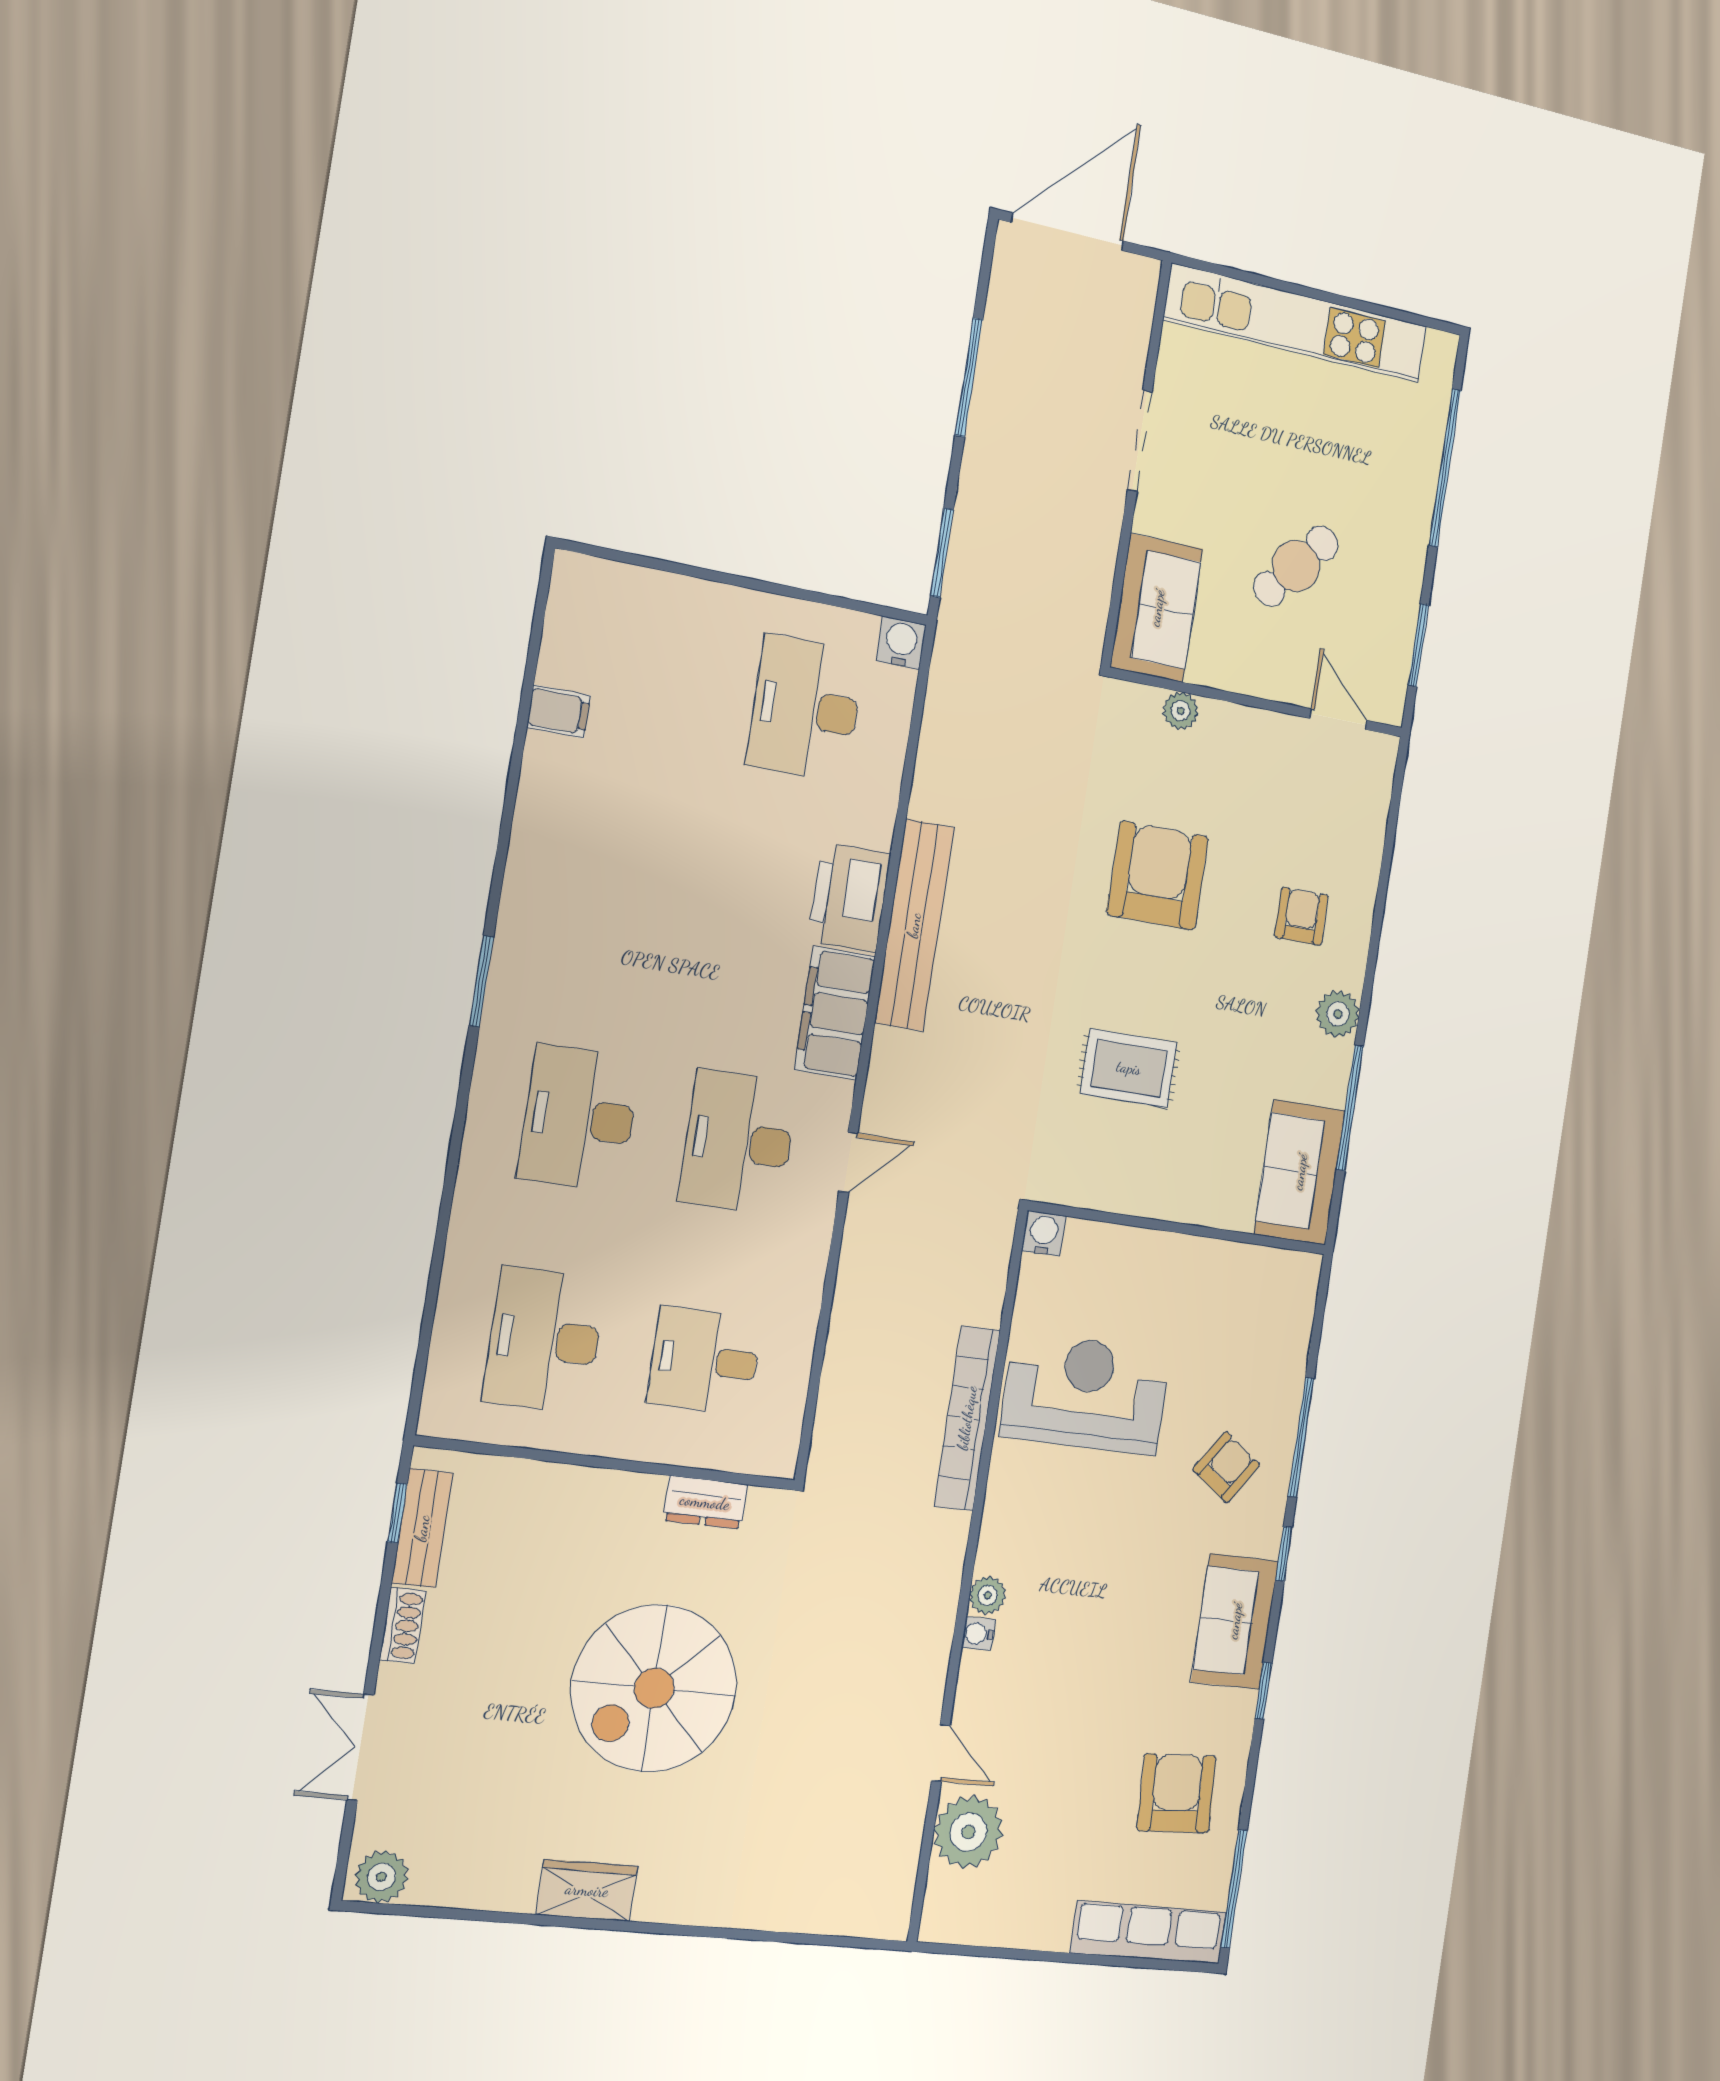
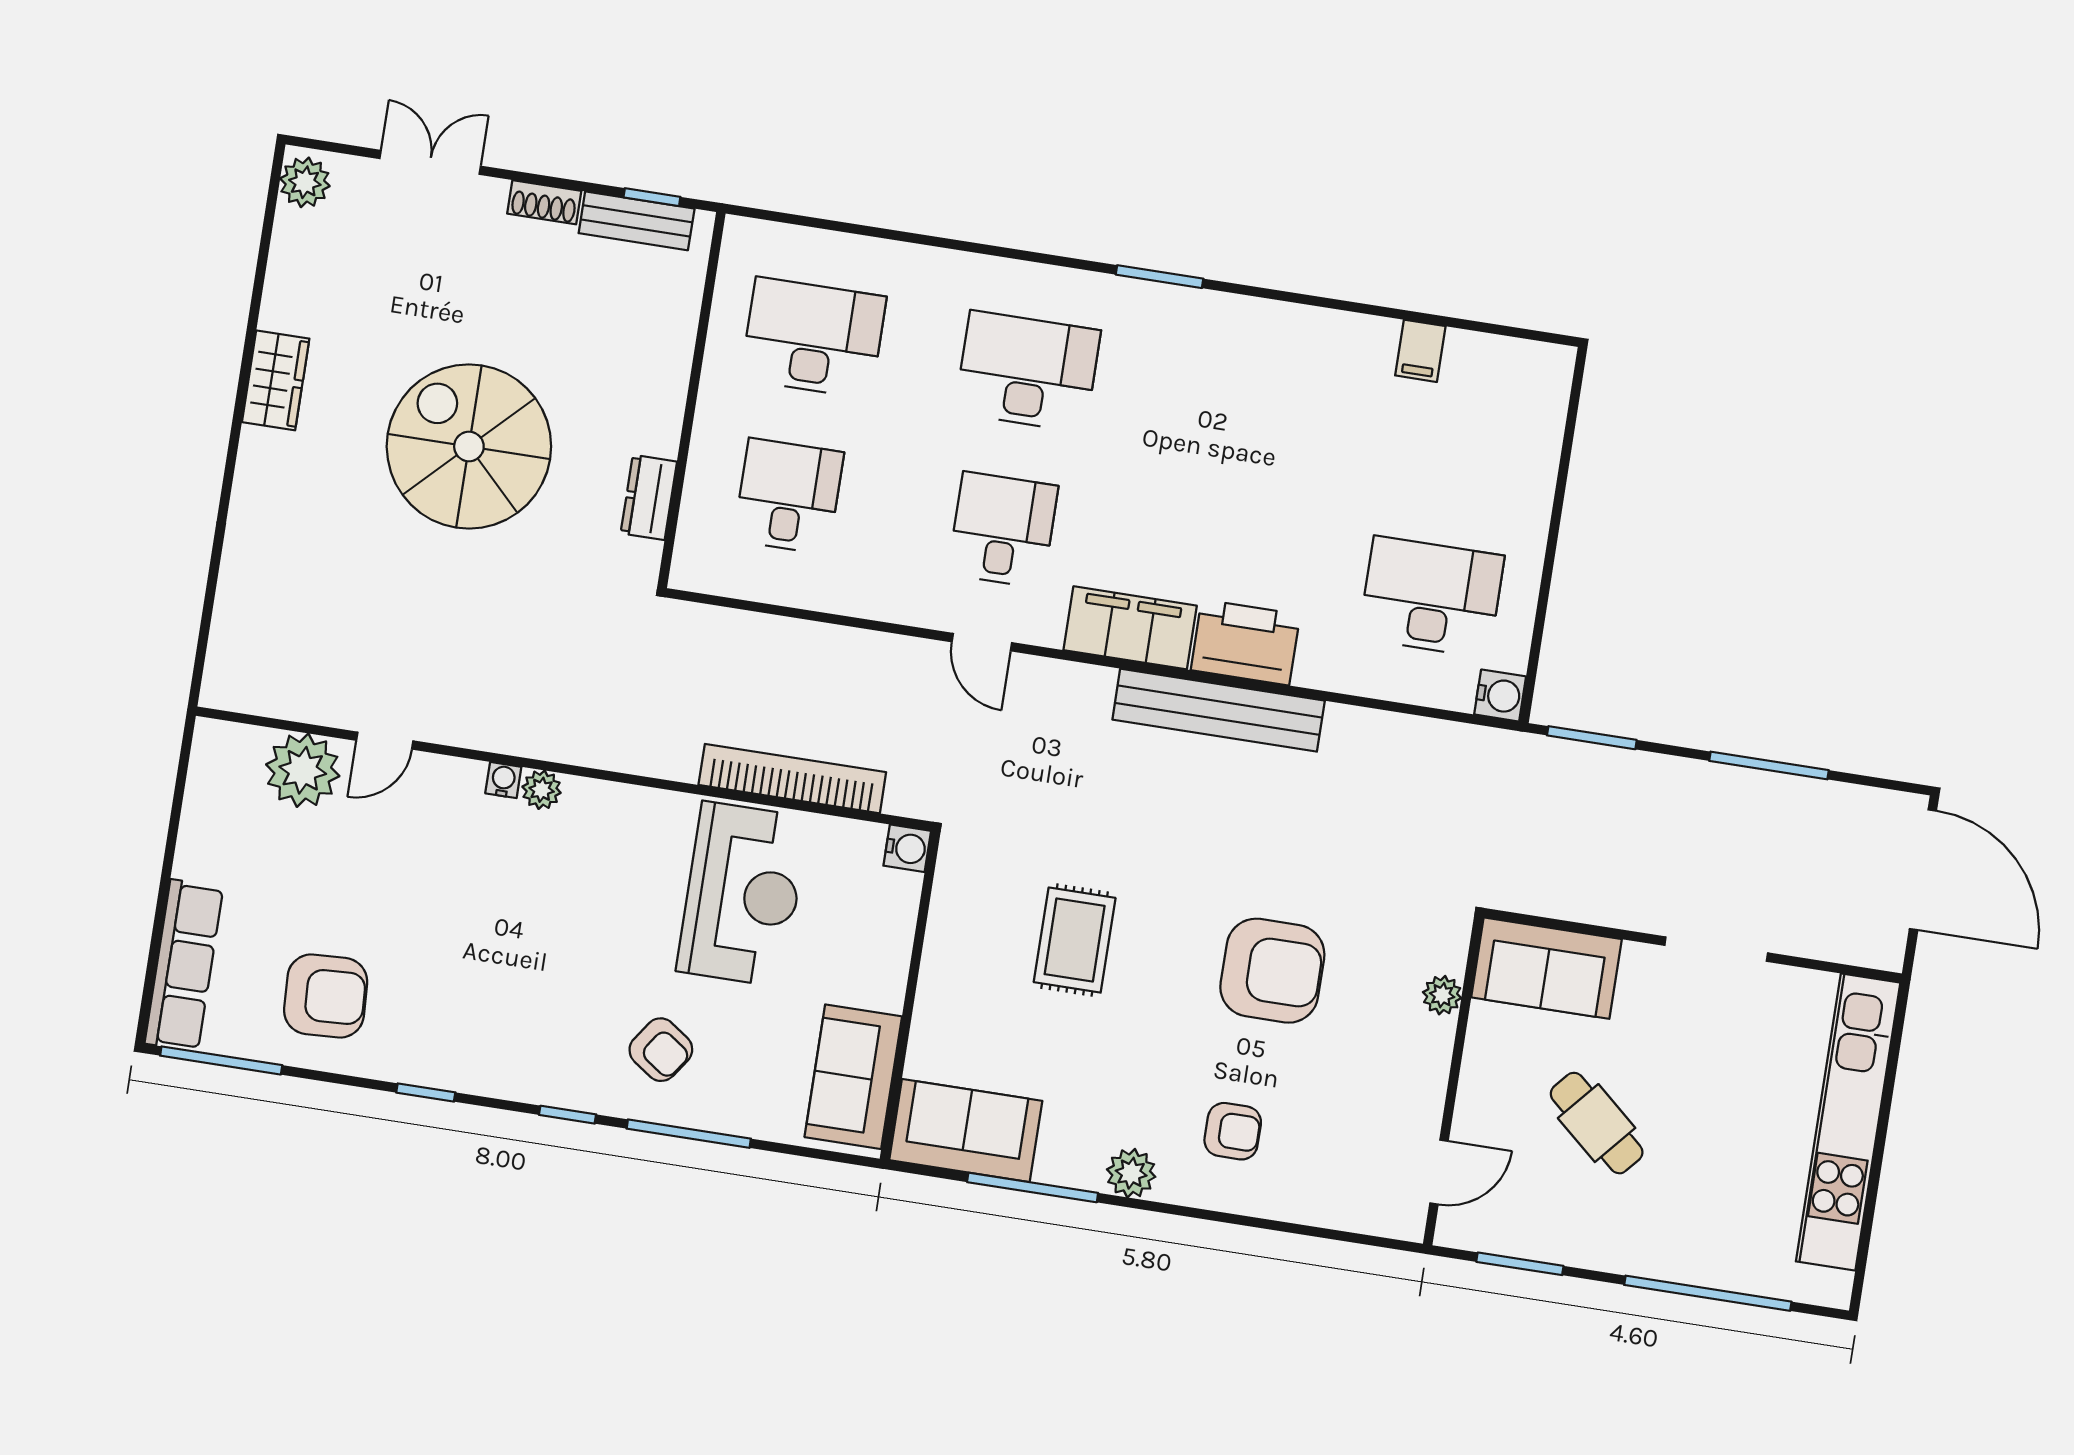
desk: (738, 1142) -> (1003, 530), width x0.73
bookcase: (967, 1418) -> (792, 779), moved
sofa: (1235, 1621) -> (853, 1077), moved, turned -90

